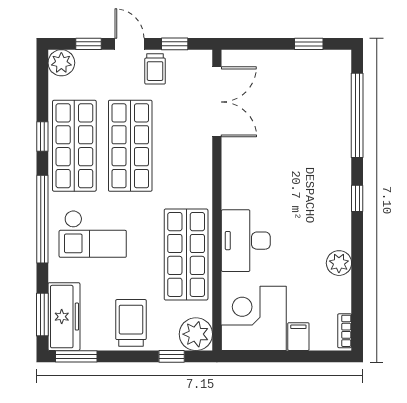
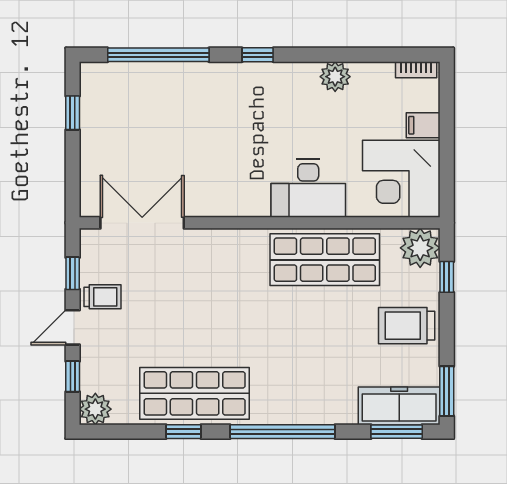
shop shelf: (130, 146) -> (195, 327), removed
checkout: (93, 234) -> (300, 371), removed

